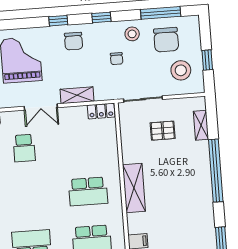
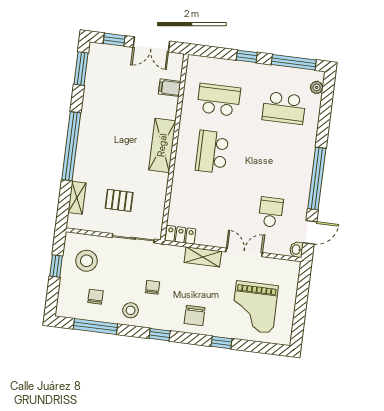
window: (58, 21) -> (222, 342), moved
chair: (166, 40) -> (95, 297), width x0.54, depth x0.54
chair: (74, 41) -> (195, 315), turned 180
school desk: (88, 191) -> (212, 152), turned -90

